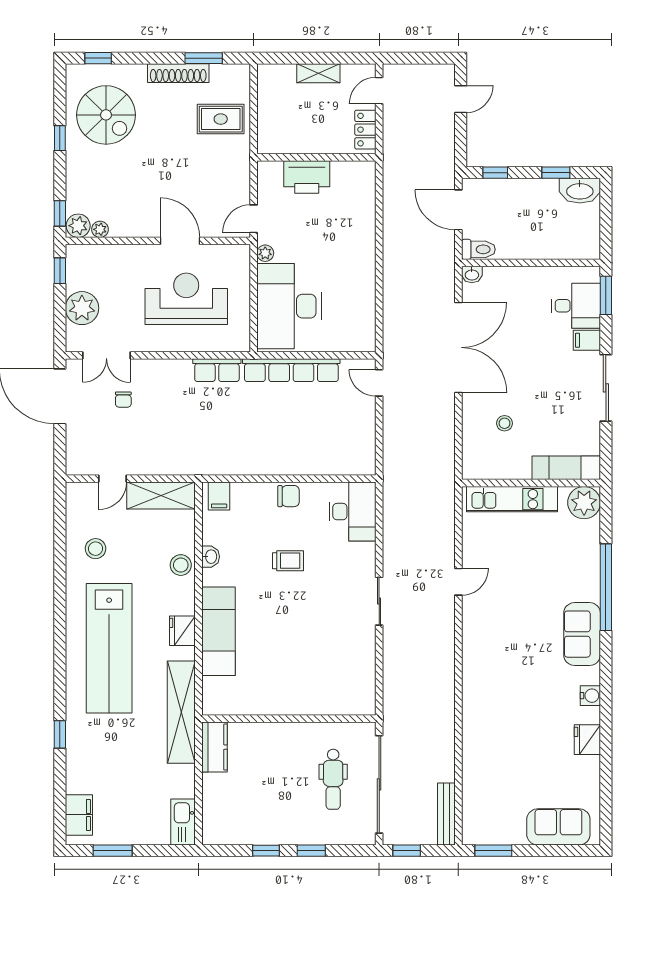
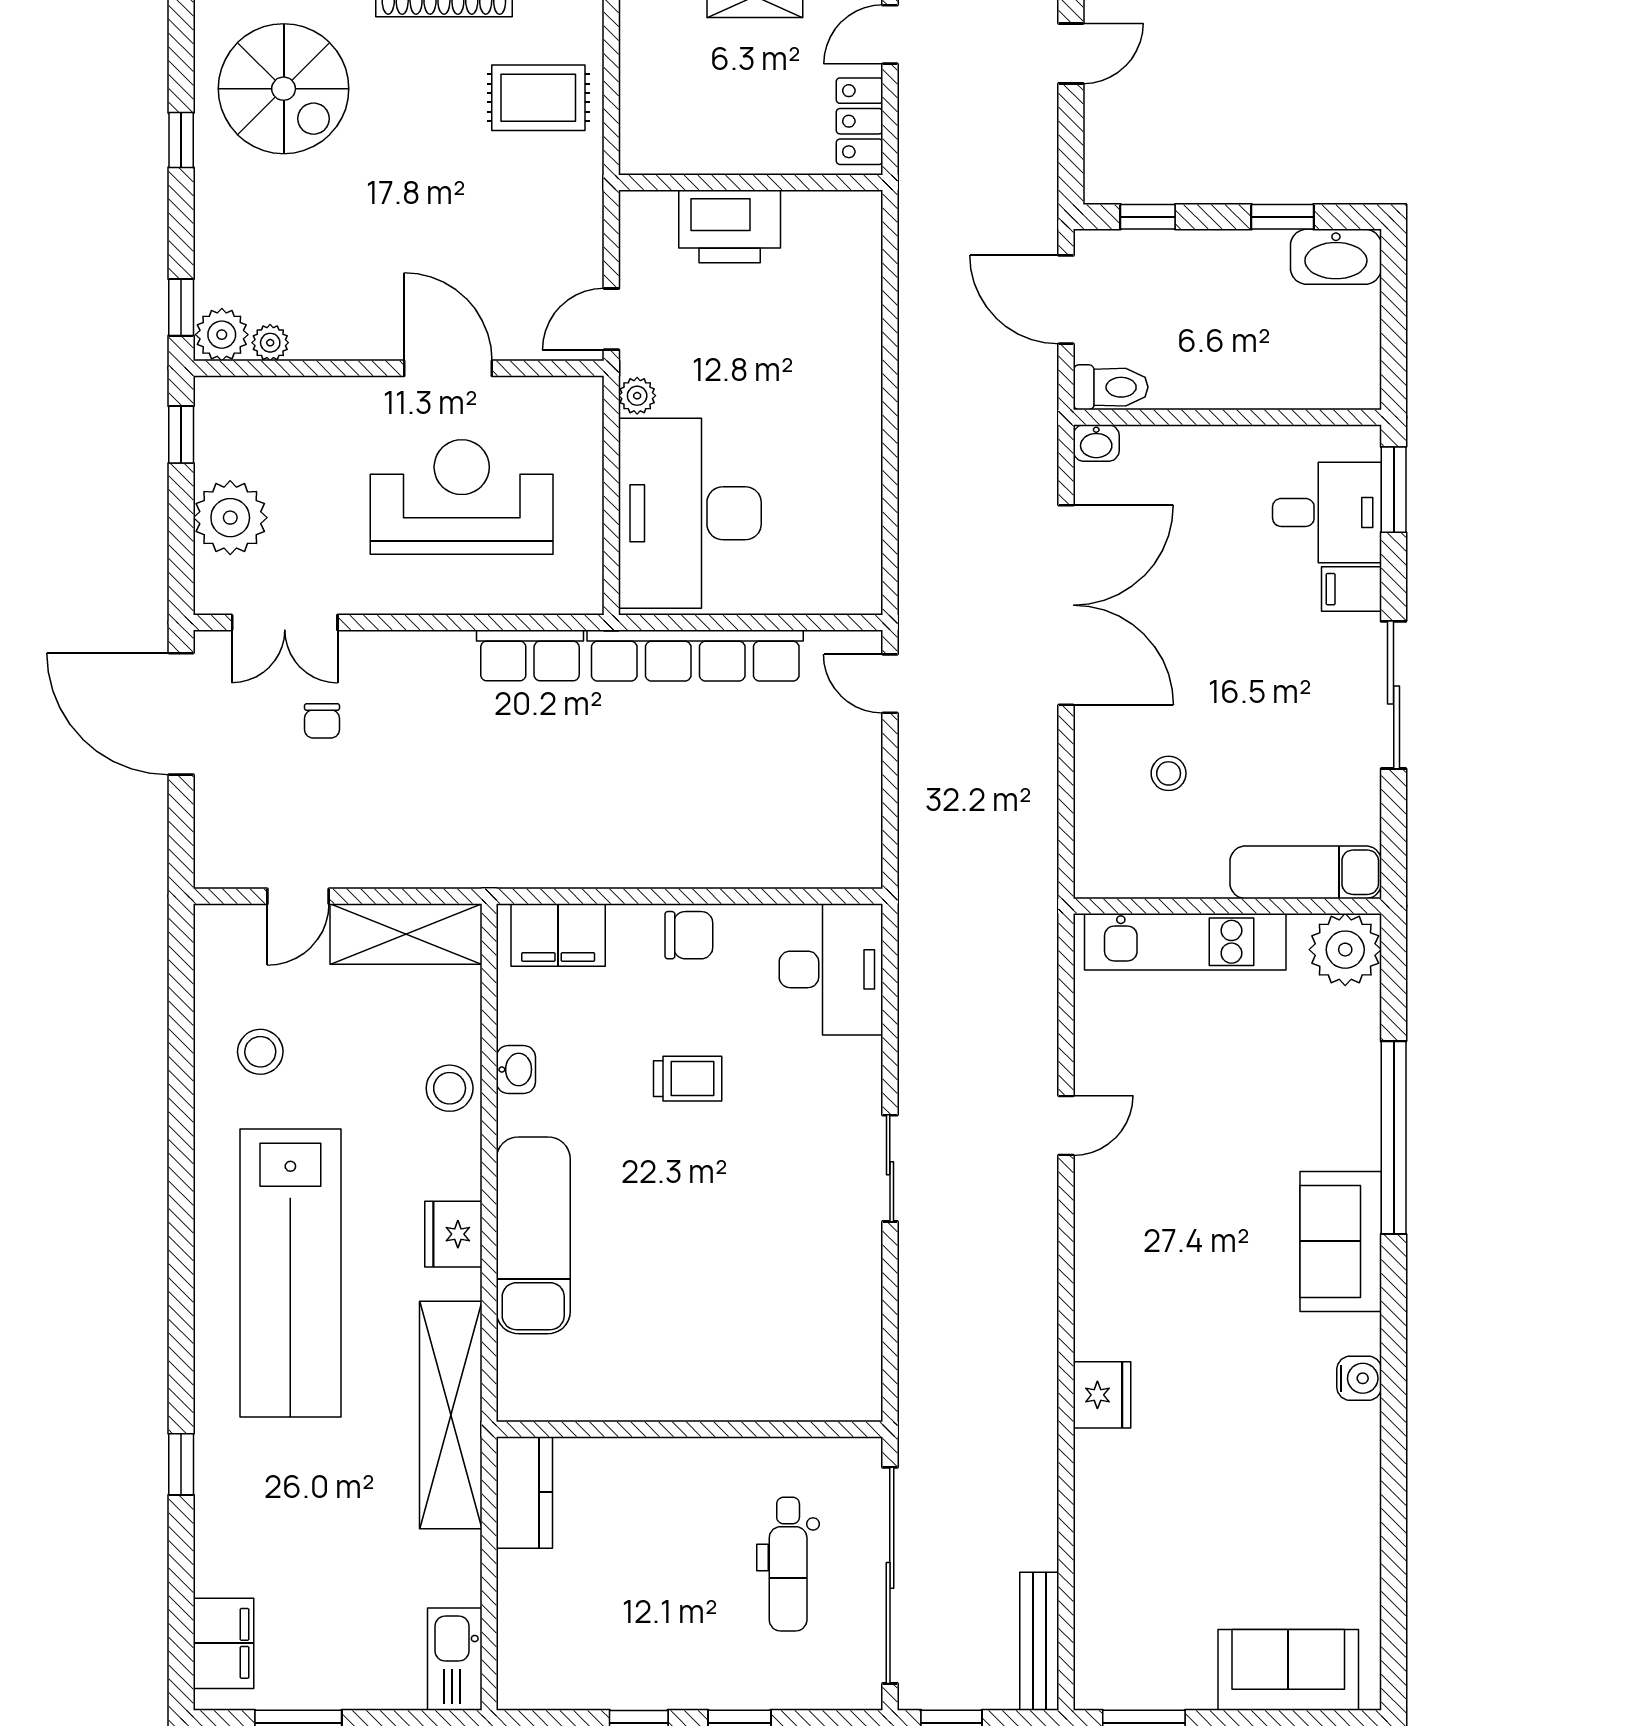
filing cabinet: (219, 496) -> (558, 935), width x2.00
fridge: (587, 740) -> (1102, 1395), moved, turned 180

